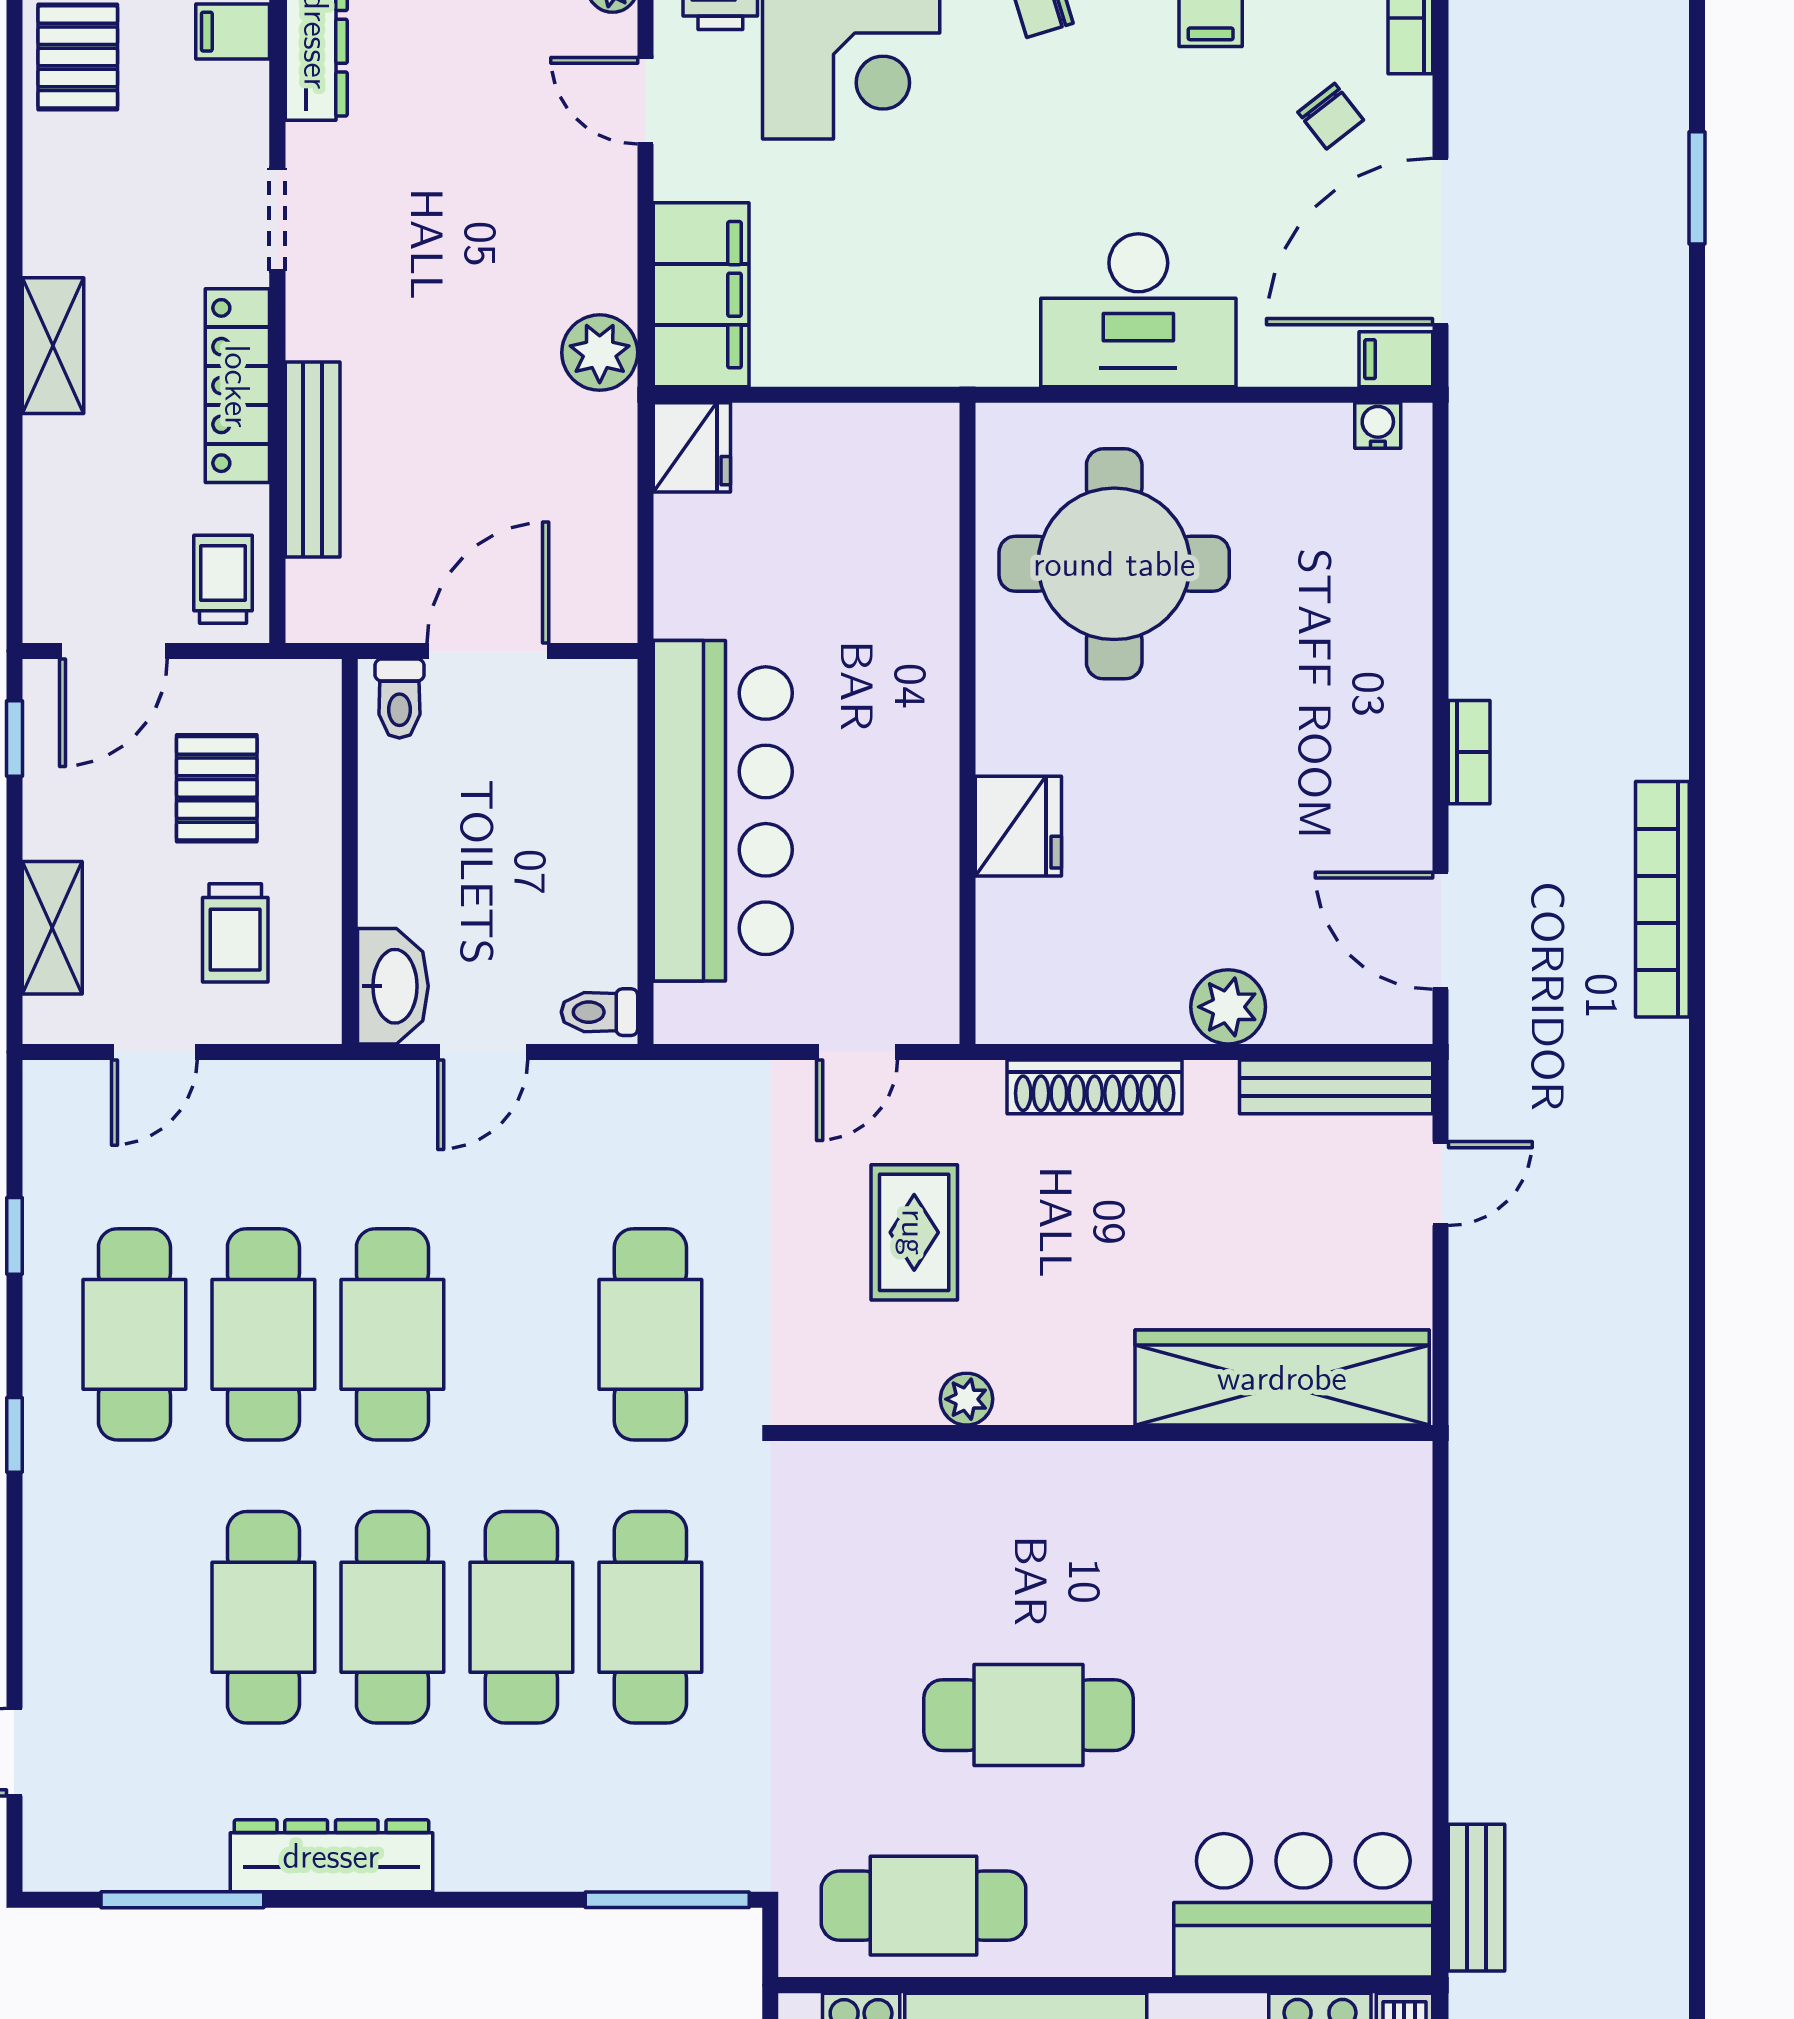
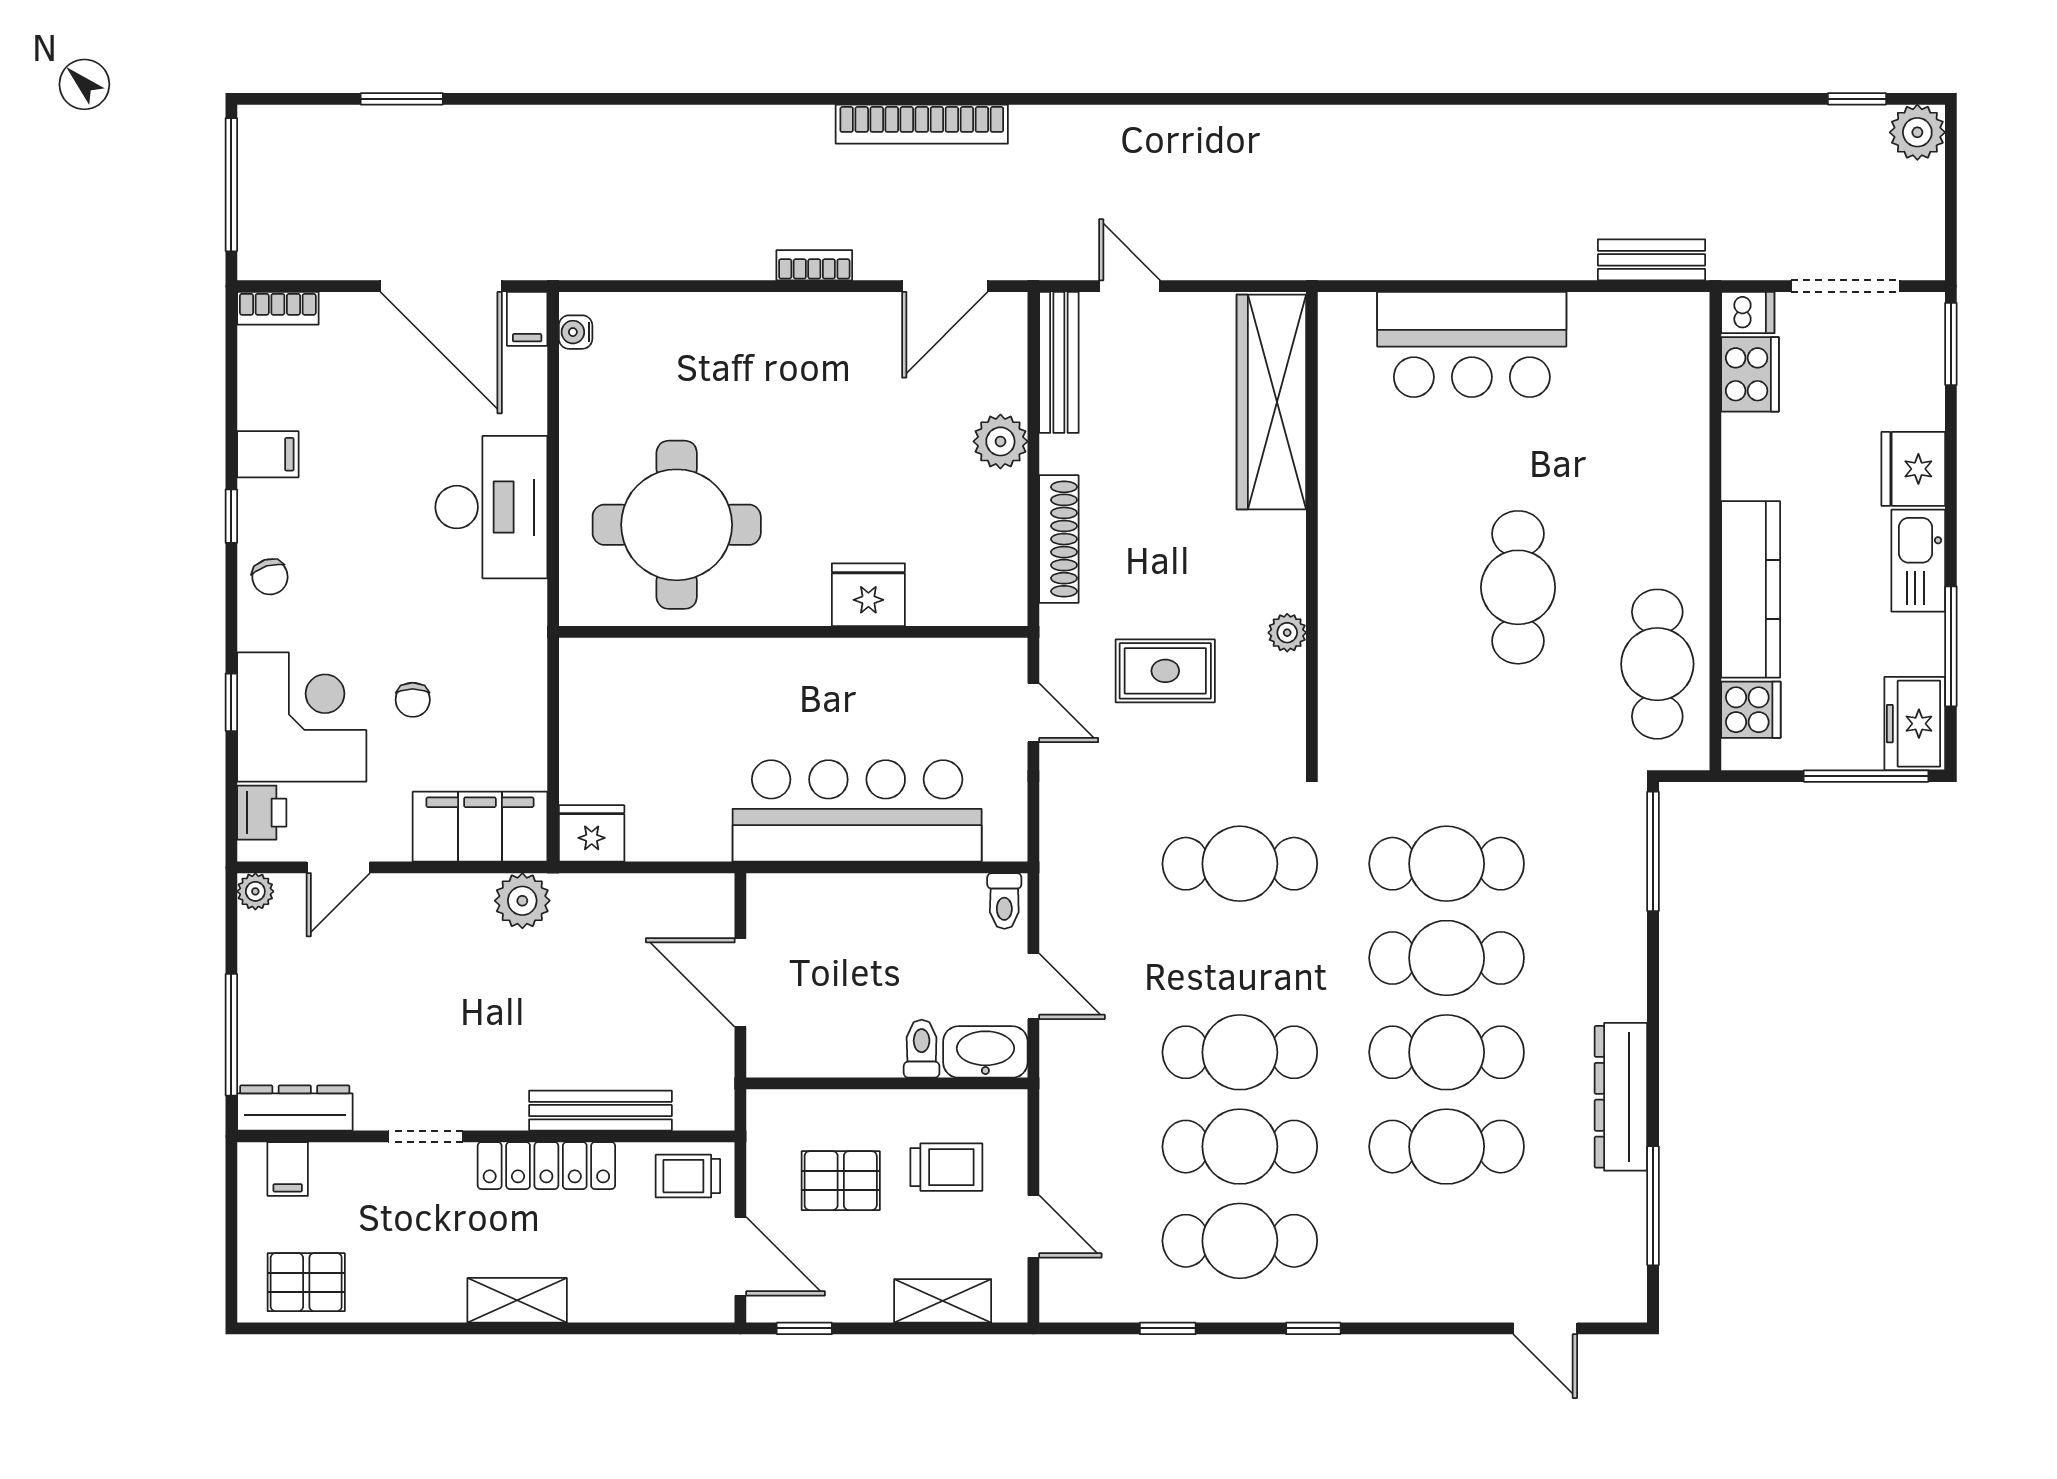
chair: (1331, 116) -> (413, 700), moved, turned 128
toilet: (399, 699) -> (922, 1049), moved, turned -90
bar counter: (1303, 1905) -> (1472, 344), moved, turned -90

